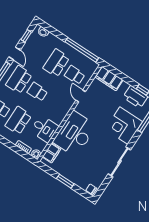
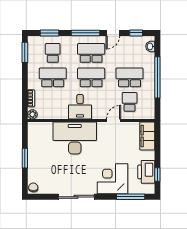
window: (82, 50) -> (157, 77), moved
school desk: (37, 92) -> (91, 77), width x1.85
desk: (44, 129) -> (80, 107), moved
filing cabinet: (51, 153) -> (43, 128), removed

